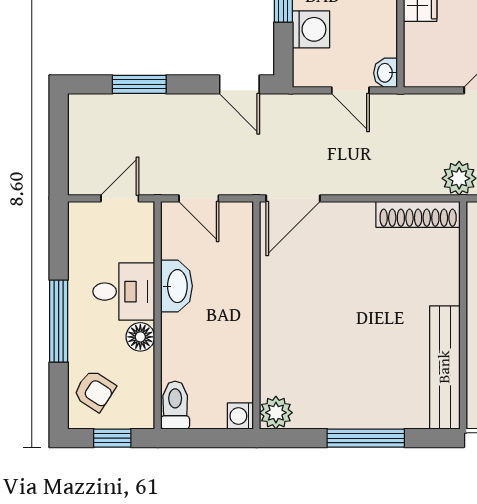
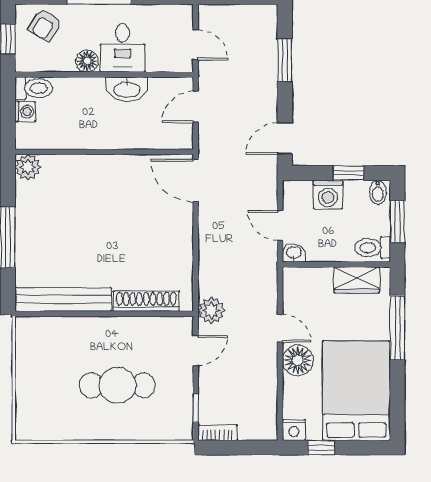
door: (350, 90) -> (280, 225), hinge flipped
shoe rack: (418, 214) -> (146, 301), moved, turned 90
washing machine: (240, 416) -> (25, 112), moved, turned 90

